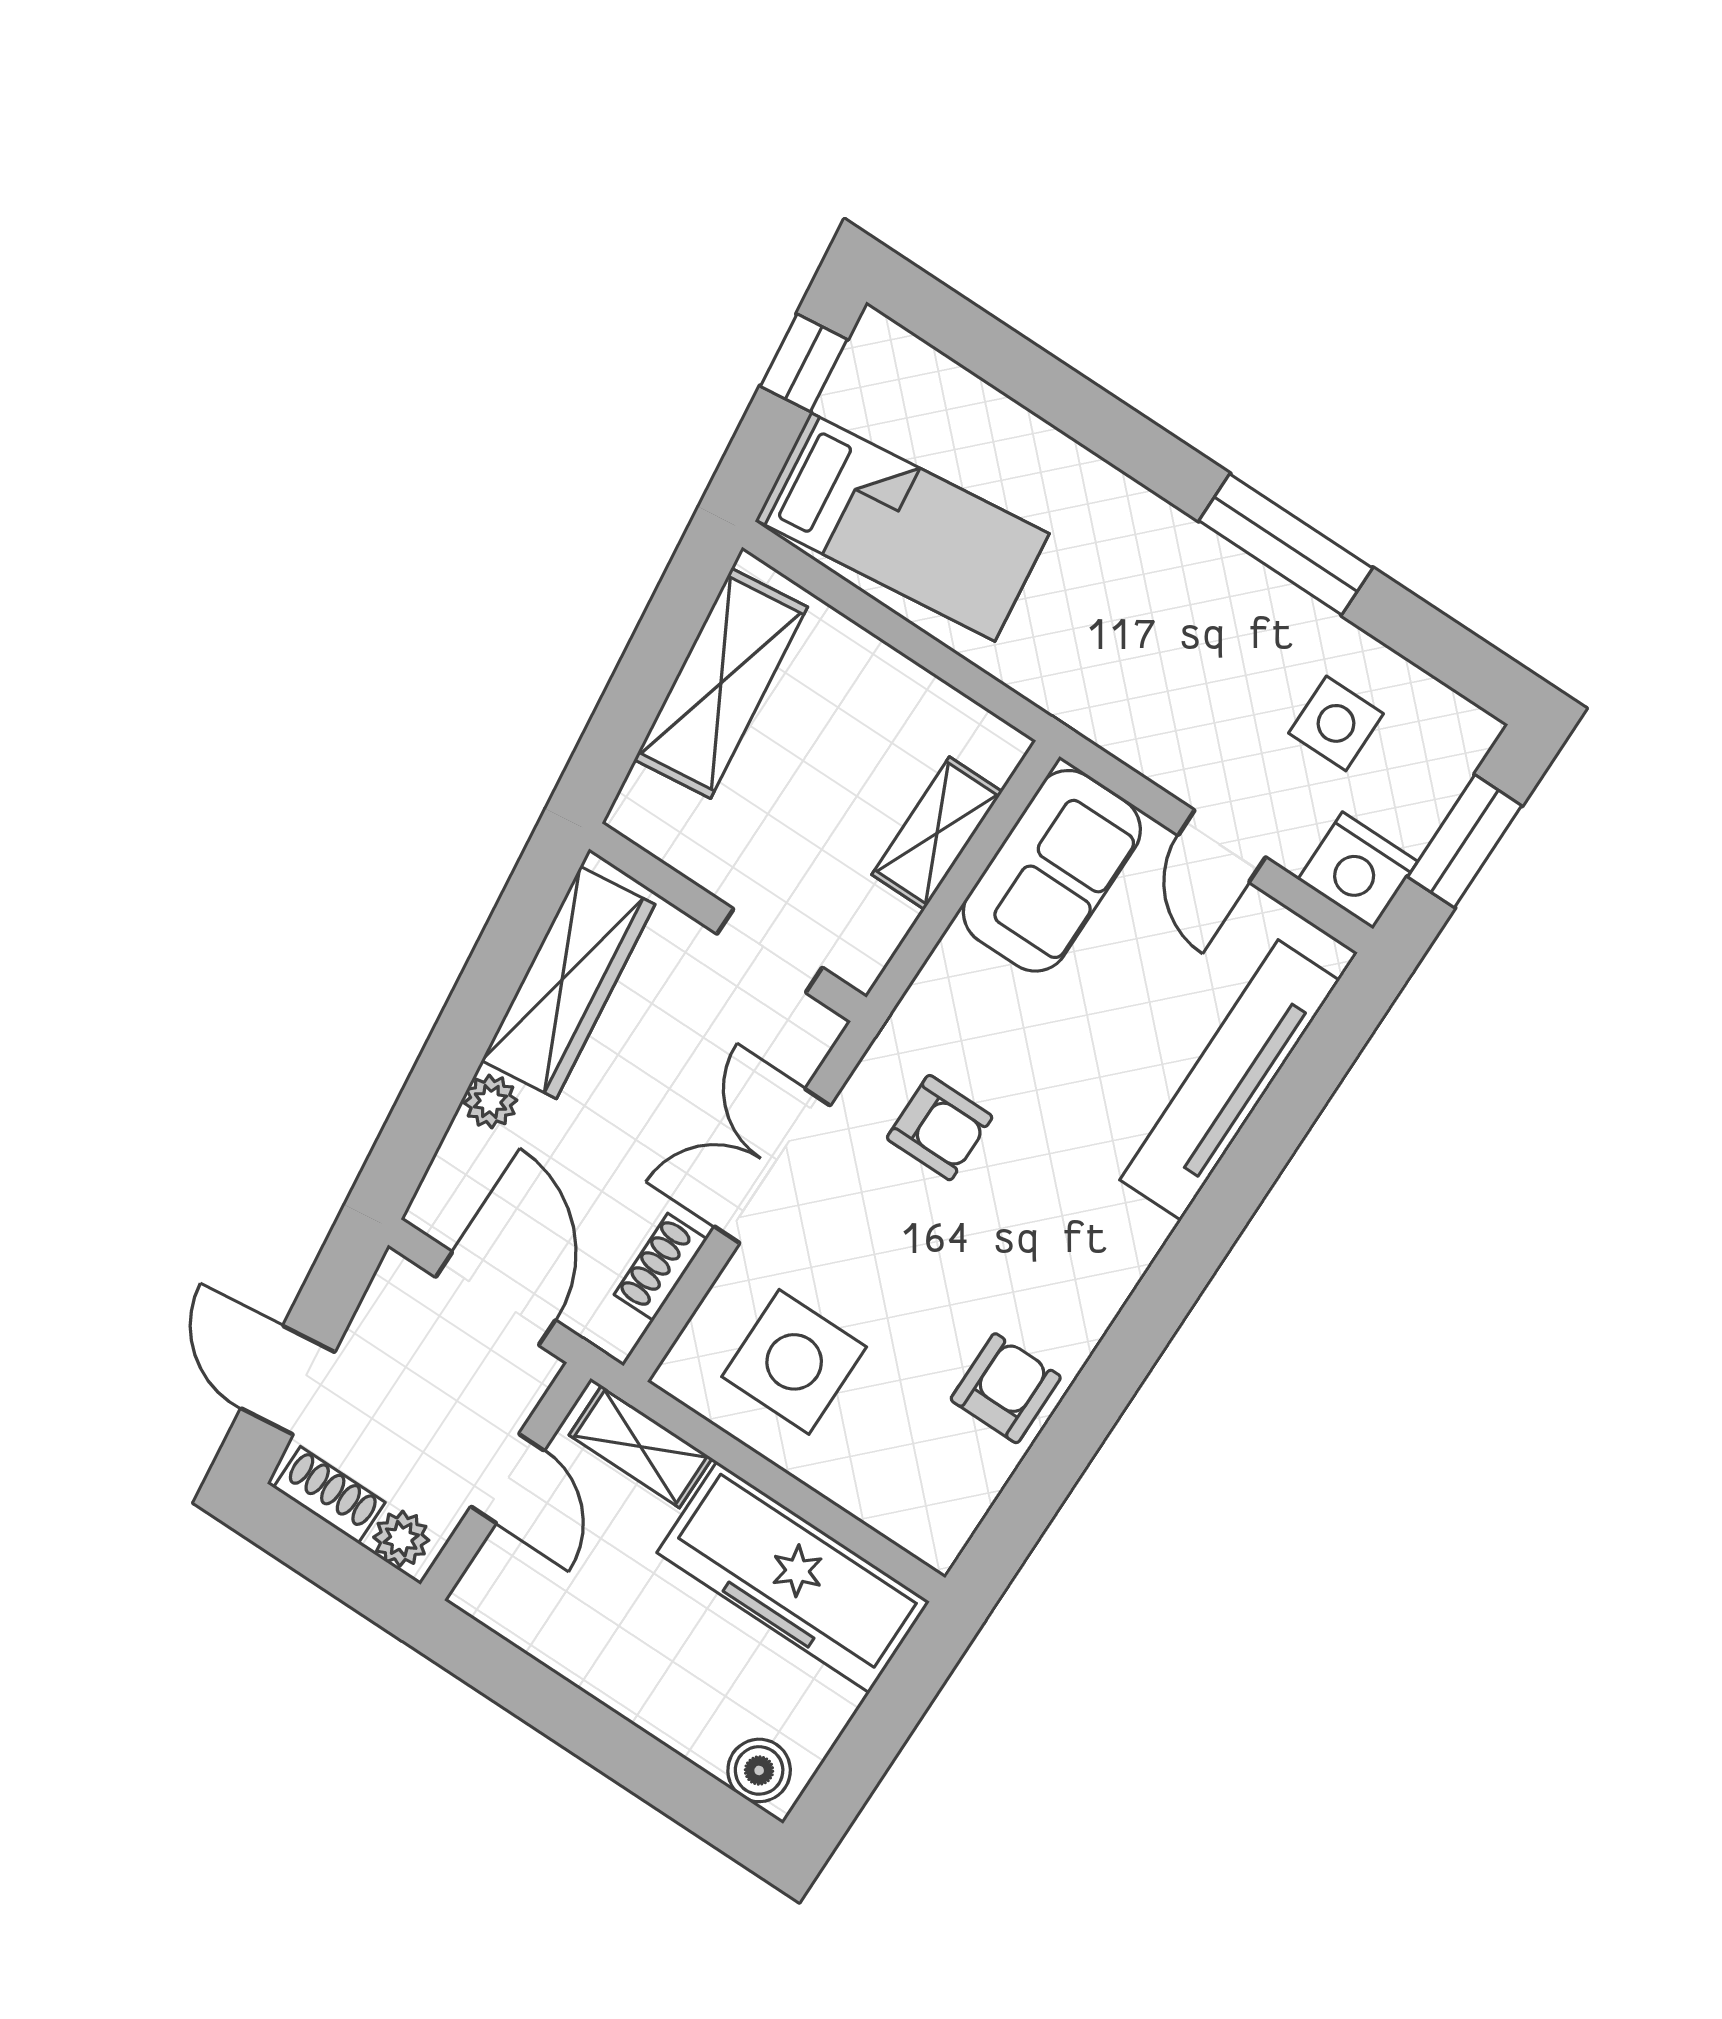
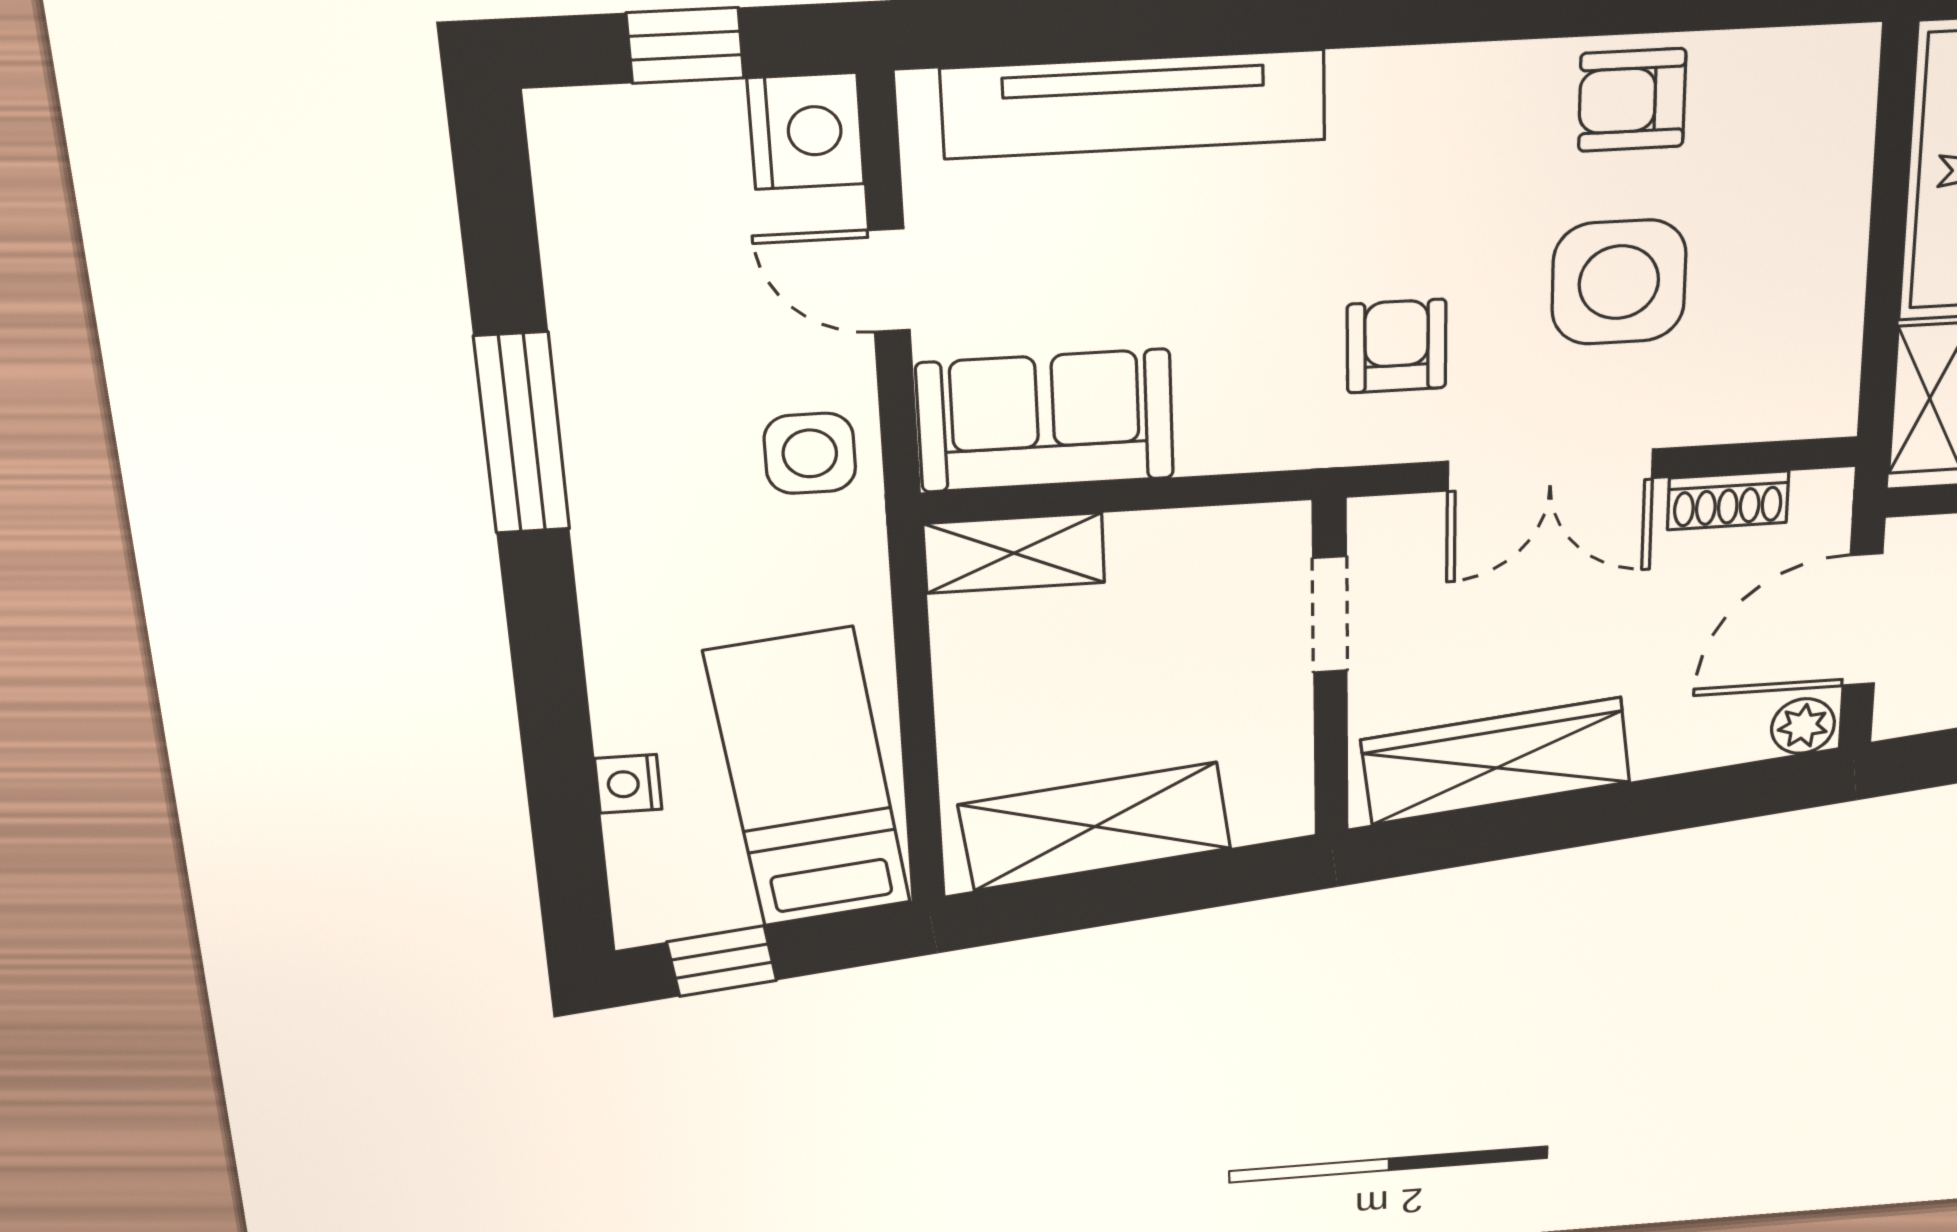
nightstand: (987, 410) -> (628, 784), added
side table: (1336, 723) -> (810, 453), moved
shelving: (937, 833) -> (1014, 553), moved
window: (1465, 841) -> (685, 46), width x0.67
door: (1222, 846) -> (889, 280), swing flipped
plant: (490, 1102) -> (1803, 726), moved
side table: (794, 1362) -> (1619, 282), moved

